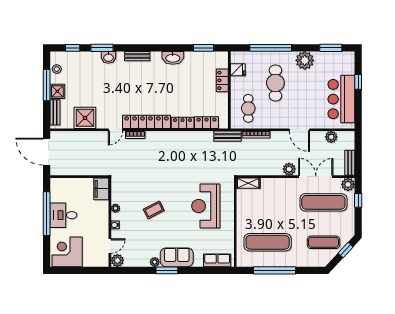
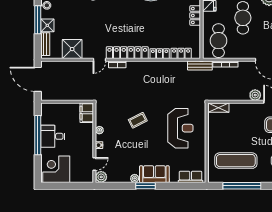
cafe table: (248, 108) -> (218, 41), width x1.37, depth x1.35
reception desk: (206, 206) -> (180, 128), turned 180
coffee table: (154, 210) -> (138, 120), moved

